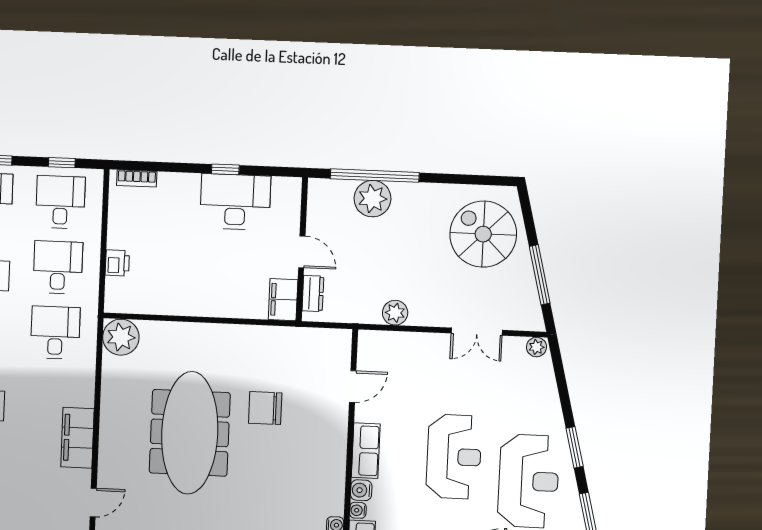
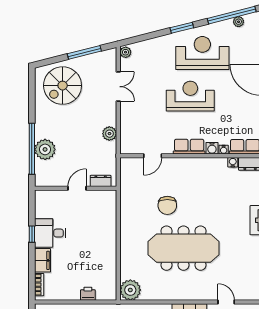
desk: (235, 202) -> (50, 233), width x0.73
filing cabinet: (283, 300) -> (43, 260), moved, turned -90
door: (353, 386) -> (153, 156), swing flipped

